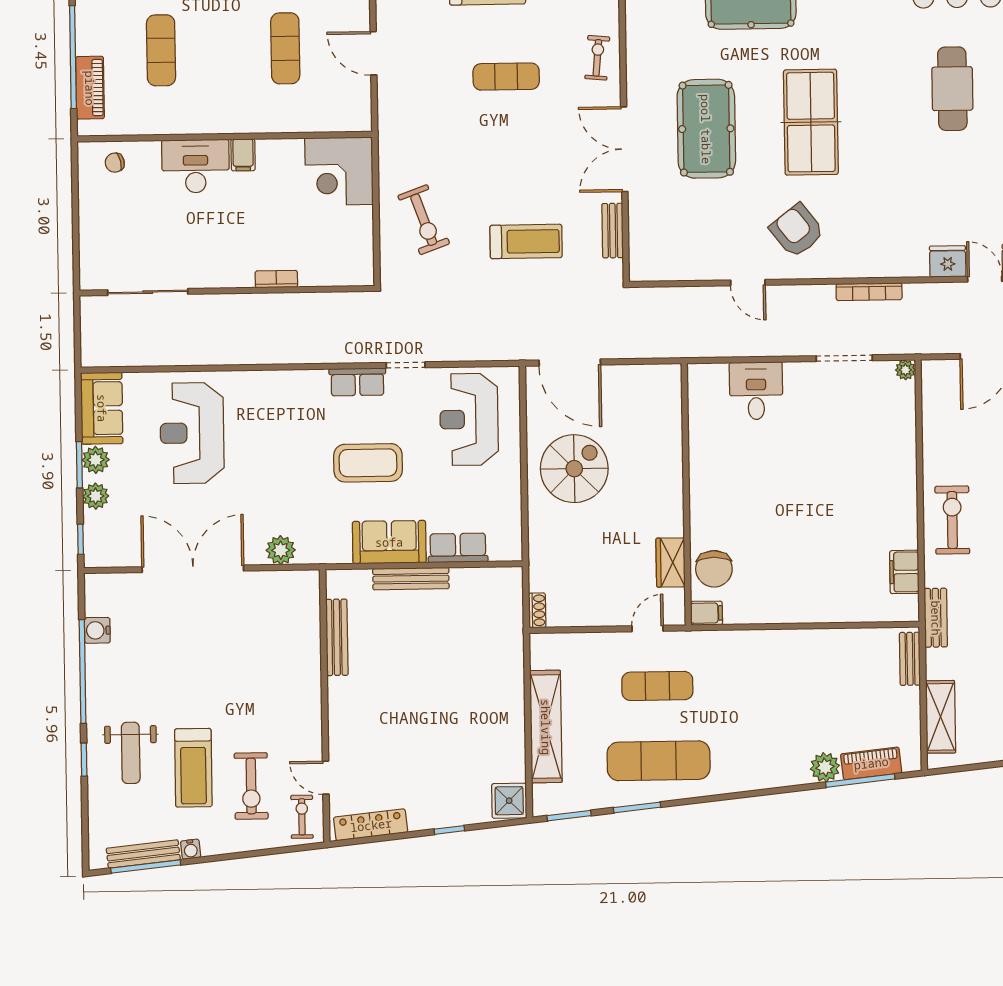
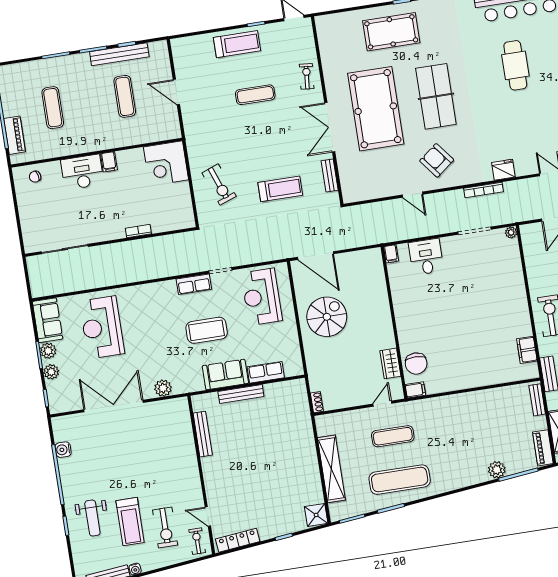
pool table: (706, 129) -> (376, 109), width x1.36, depth x1.32
fridge: (948, 261) -> (503, 170), moved
filing cabinet: (698, 377) -> (391, 254), added
piano: (871, 763) -> (543, 448), moved, turned -84

